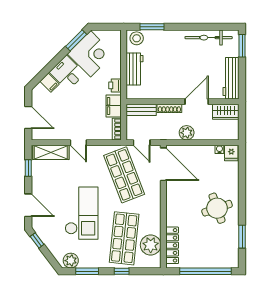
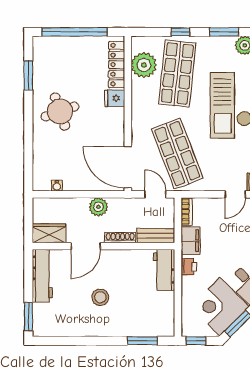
window: (109, 27) -> (196, 341), added
stool: (137, 38) -> (100, 297), moved
bicycle: (209, 38) -> (71, 327), removed
workbench: (135, 69) -> (164, 270), moved
door: (78, 143) -> (235, 194), swing flipped
fridge: (231, 153) -> (115, 98), moved, turned -90

